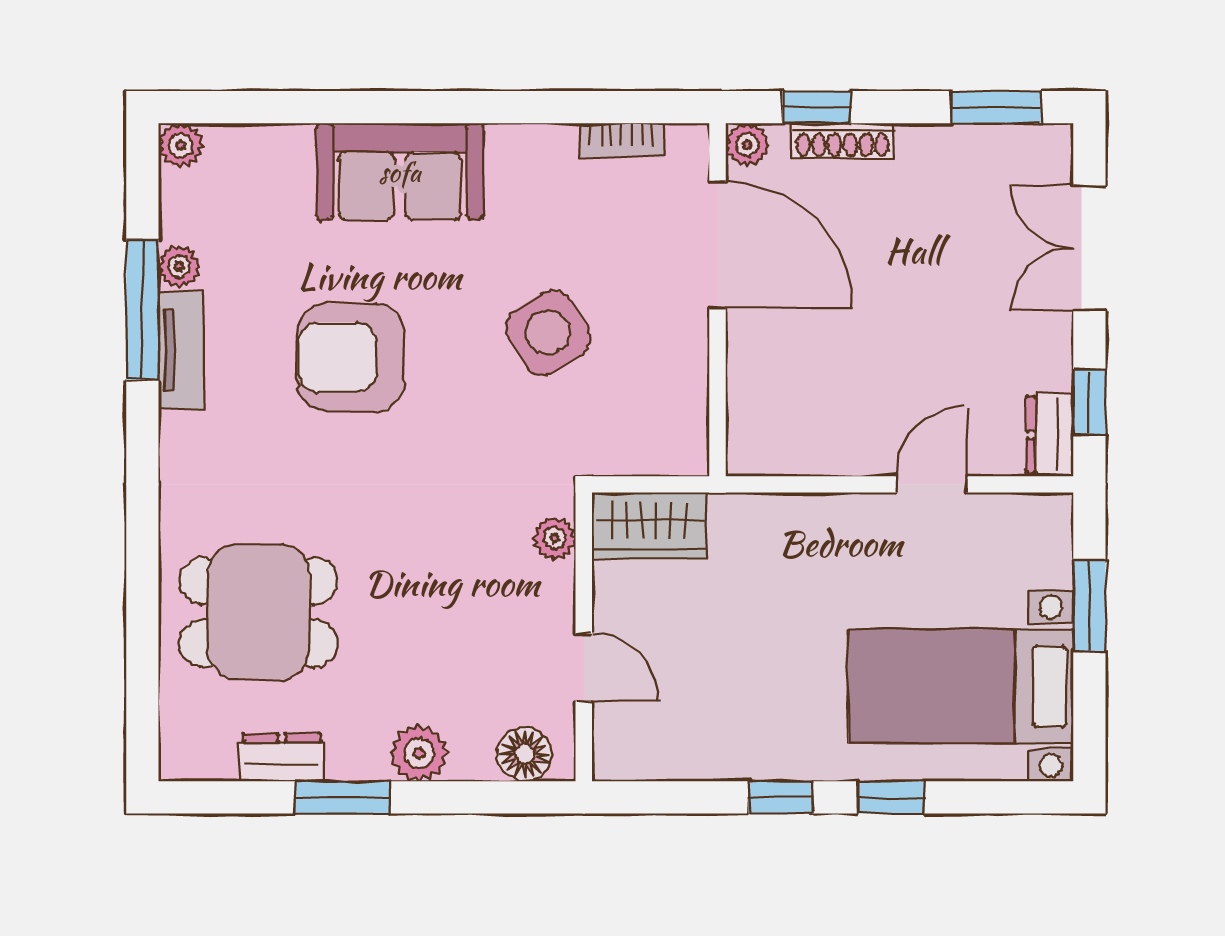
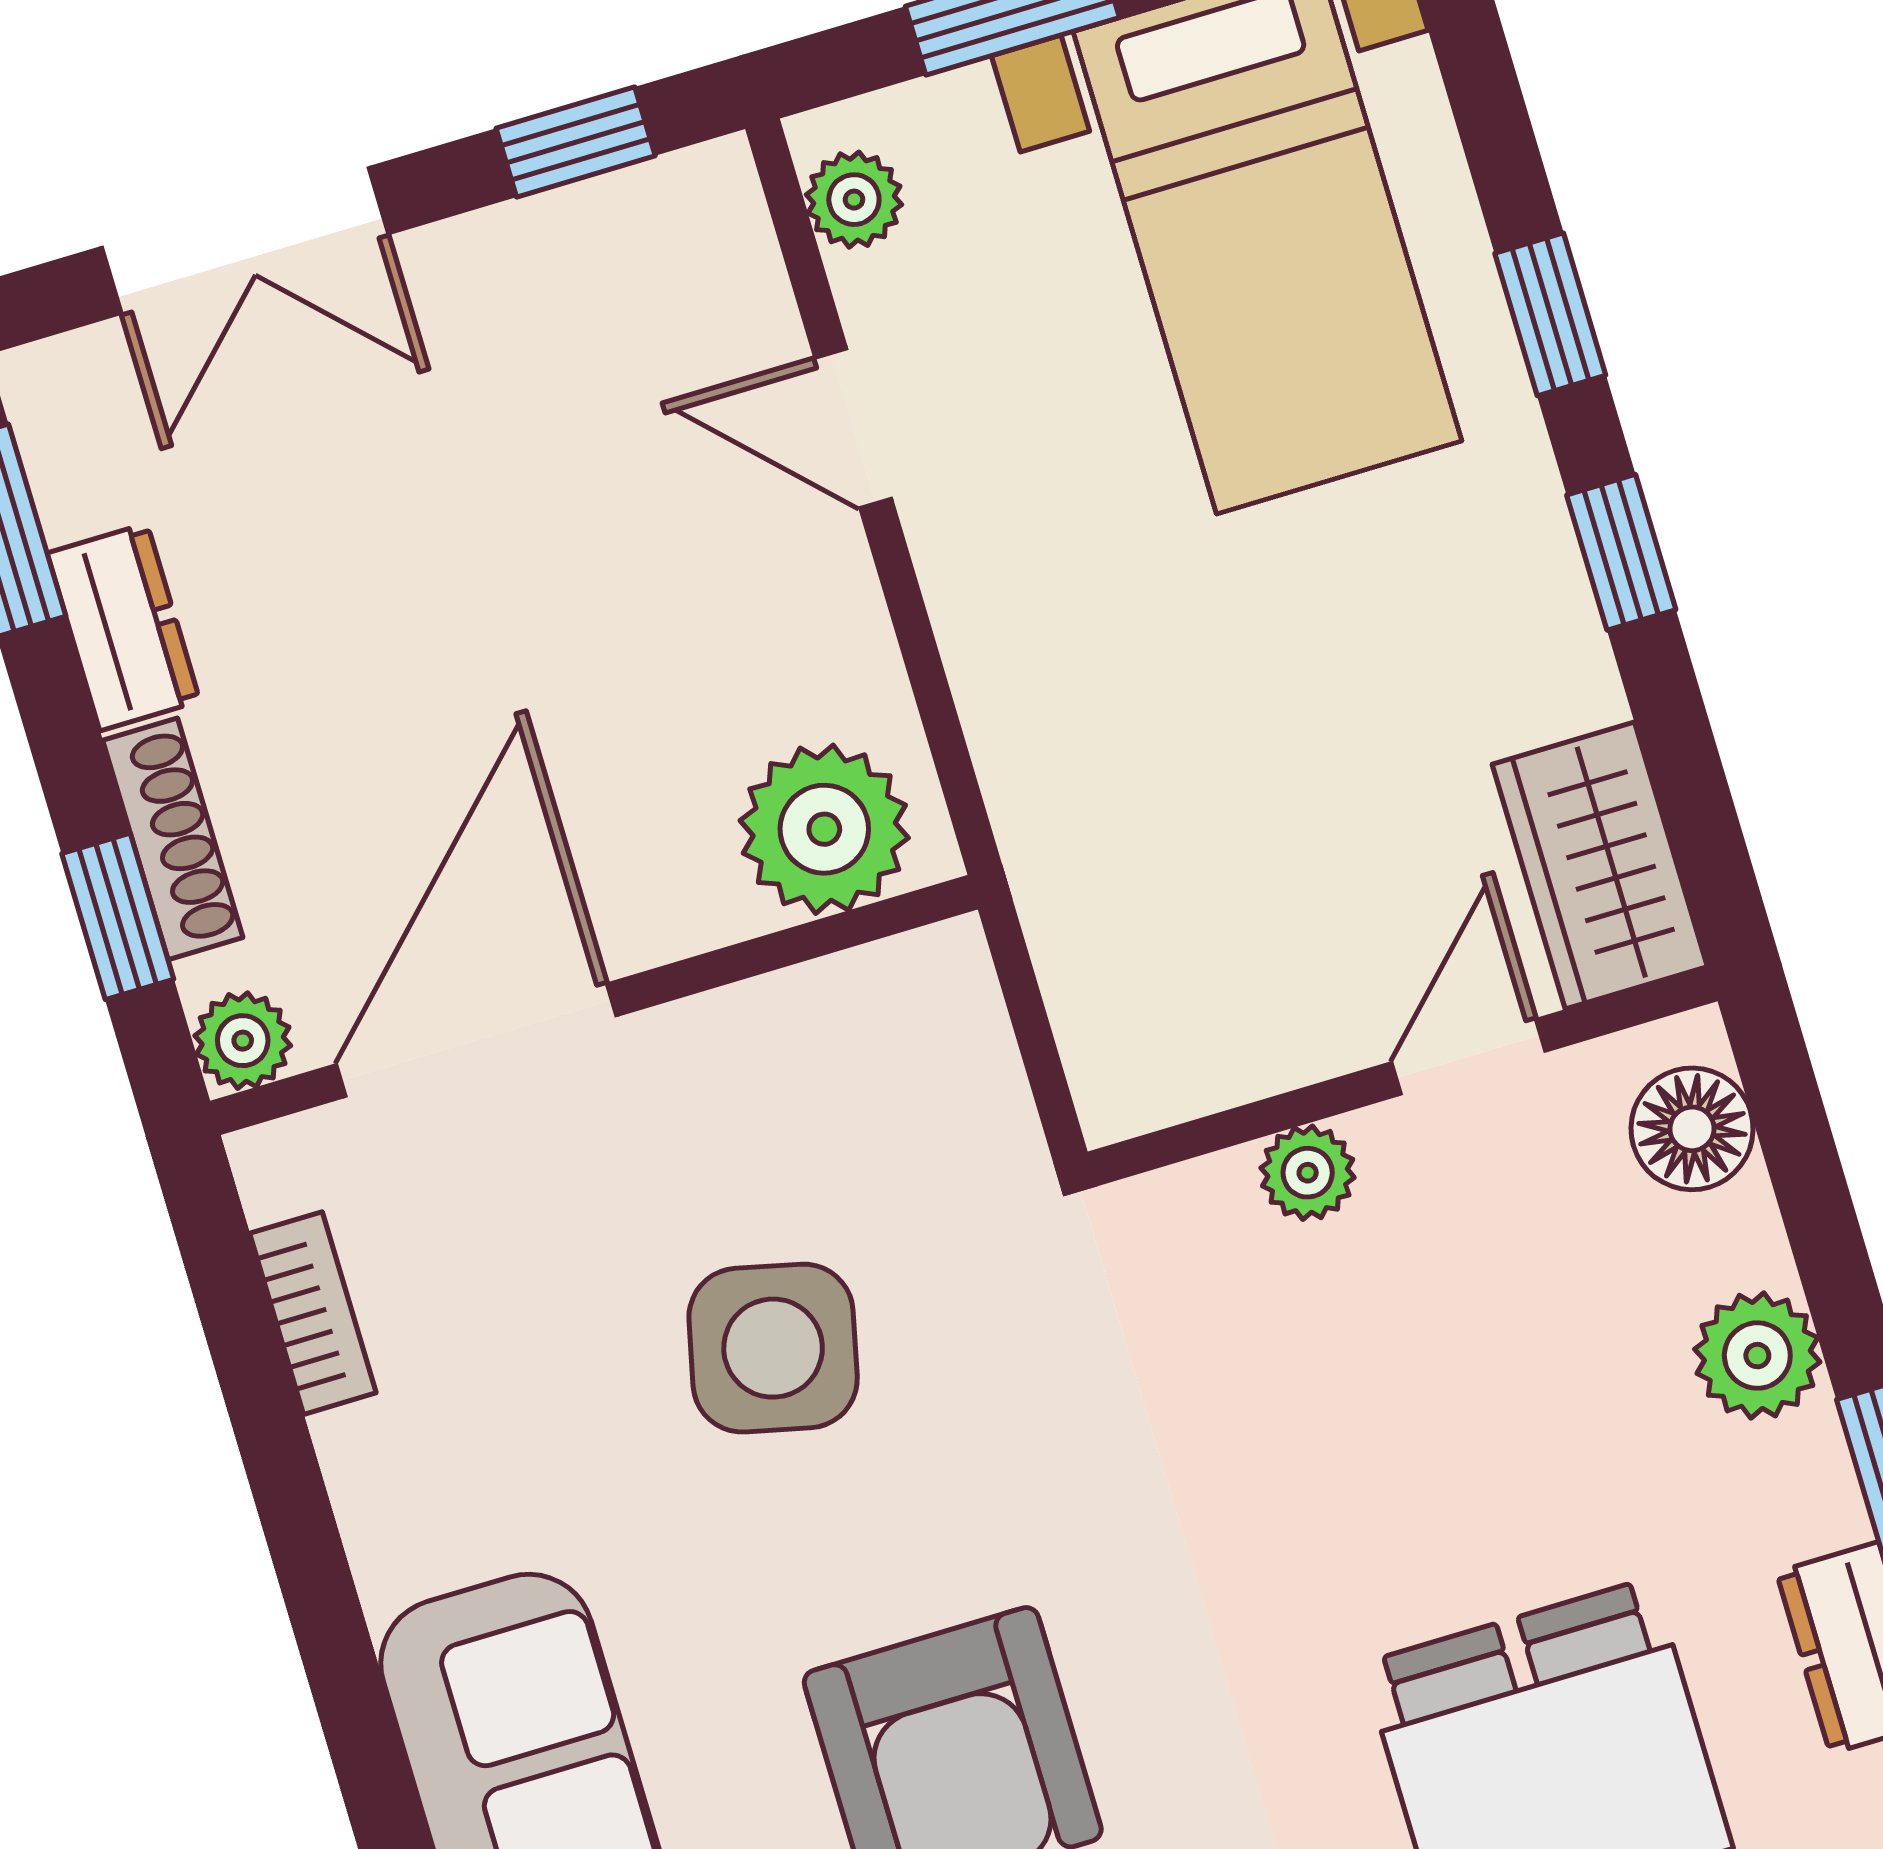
side table: (548, 333) -> (773, 1348), turned 45
plant: (763, 421) -> (824, 829), added
dresser: (1050, 435) -> (124, 627), moved, turned -90
plant: (1029, 514) -> (854, 200), added
wardrobe: (649, 526) -> (1600, 866), moved, turned 180
plant: (555, 538) -> (1308, 1173), moved

